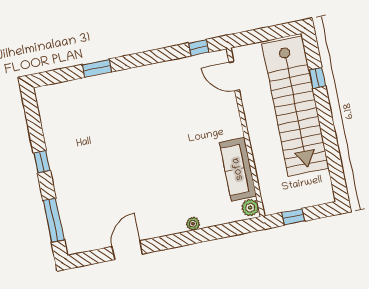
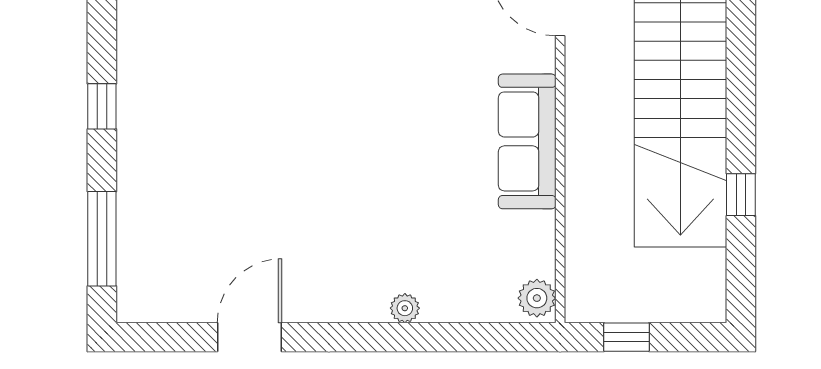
window: (317, 78) -> (741, 195), moved
sofa: (238, 169) -> (527, 141), moved

